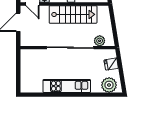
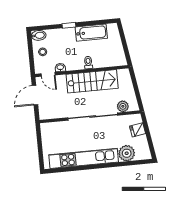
plant: (109, 85) -> (127, 153), moved
kitchen unit: (67, 86) -> (84, 158), width x1.36

